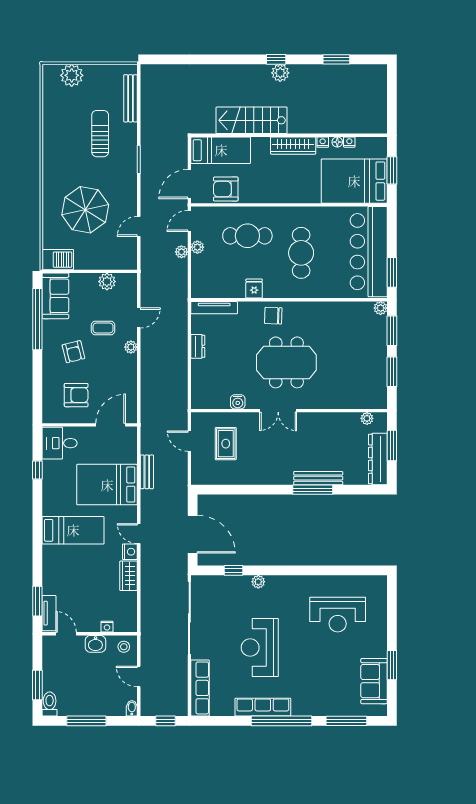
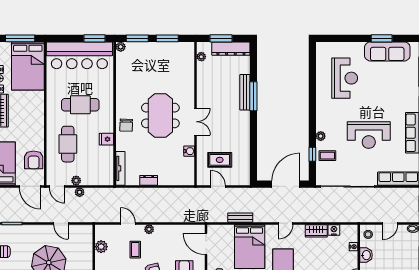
window: (392, 170) -> (20, 38), width x1.44
door: (189, 441) -> (218, 186), swing flipped
nightstand: (130, 552) -> (334, 230), moved
coffee table: (232, 591) -> (327, 156), added
sofa: (374, 681) -> (387, 51), width x1.36

